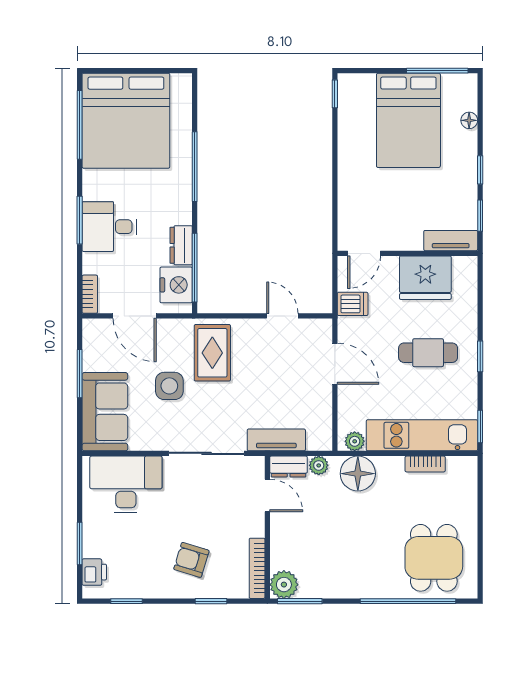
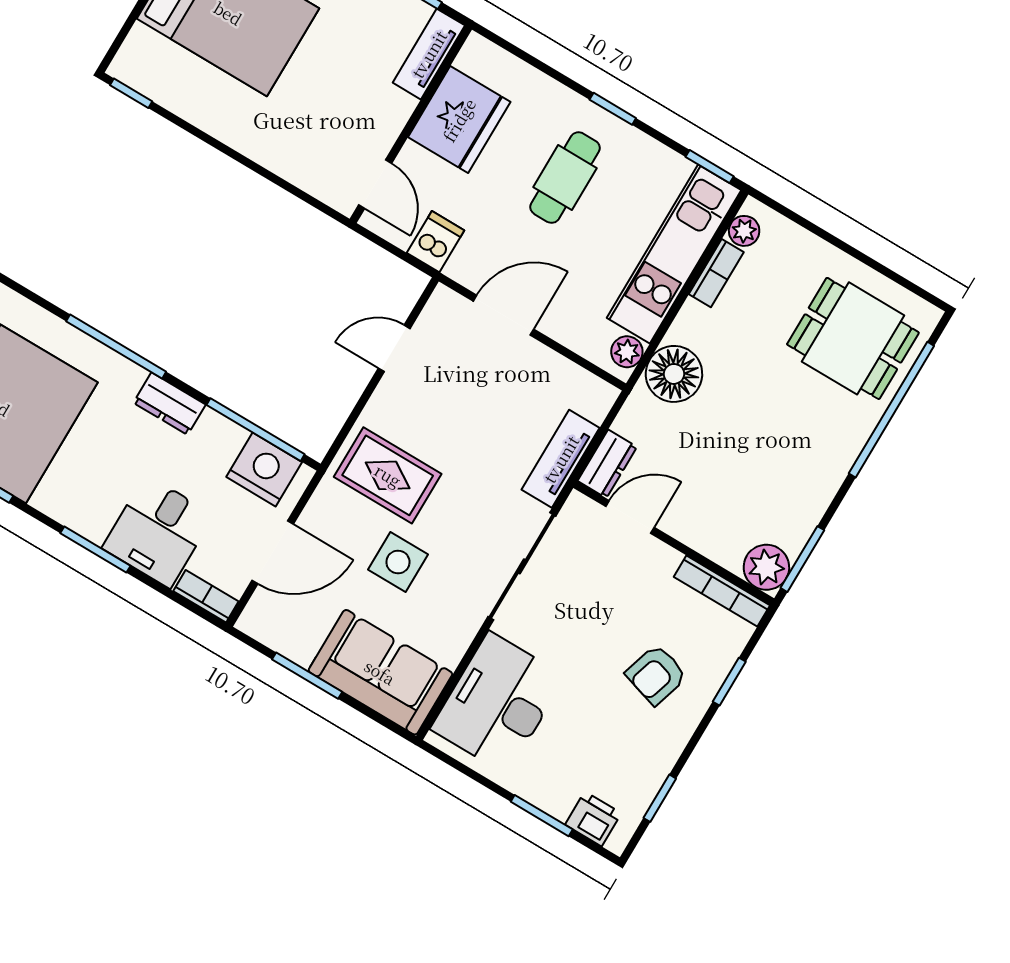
desk: (109, 227) -> (158, 532), moved
dresser: (181, 245) -> (169, 404), moved
plant: (319, 465) -> (744, 231), moved

